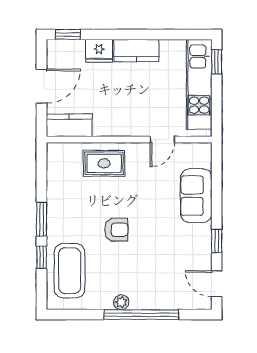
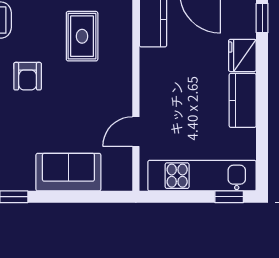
door: (162, 140) -> (136, 132), hinge flipped
rug: (104, 163) -> (82, 36), moved

